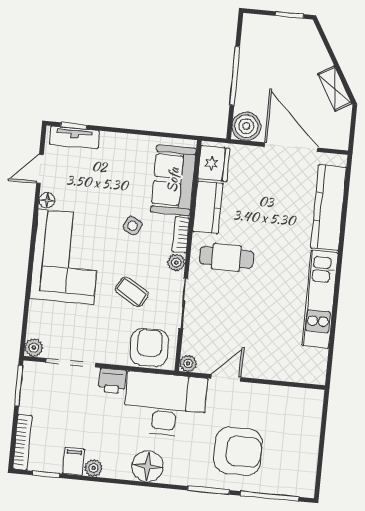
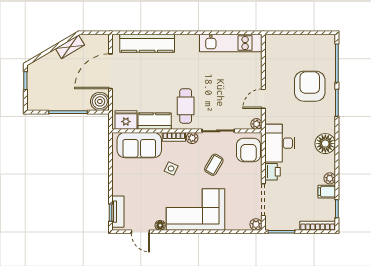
kitchen unit: (320, 299) -> (231, 43), moved
armchair: (149, 347) -> (249, 150), turned -90
door: (226, 378) -> (263, 99), hinge flipped
desk: (165, 404) -> (280, 143), width x0.73, depth x0.77

